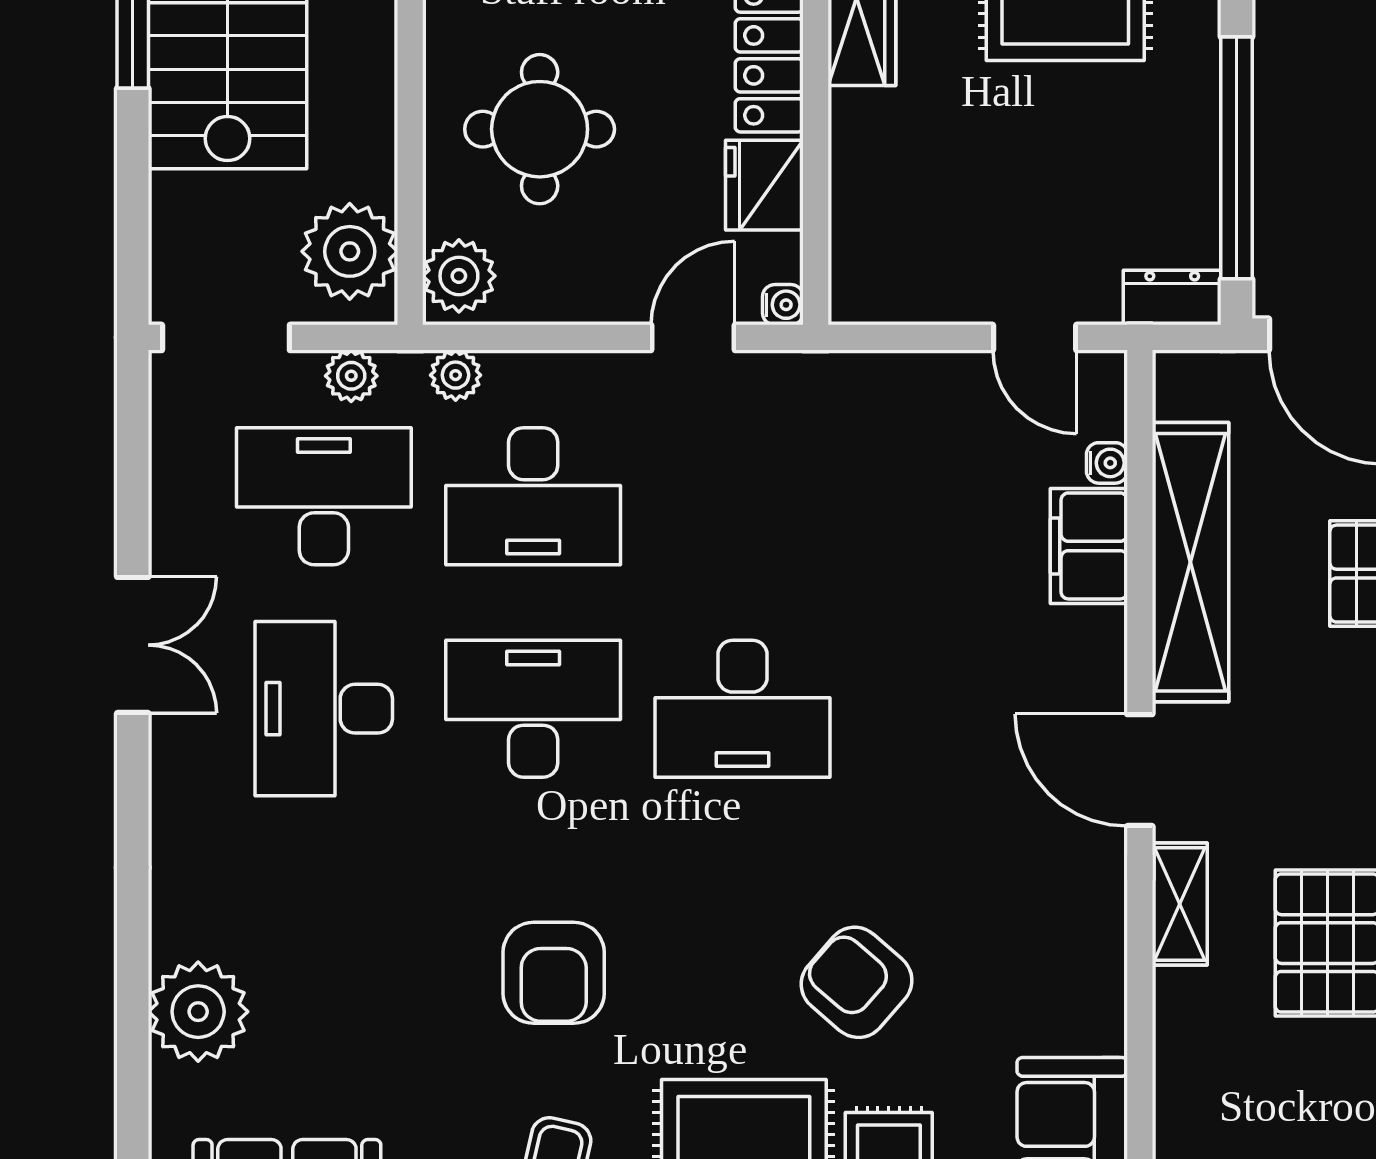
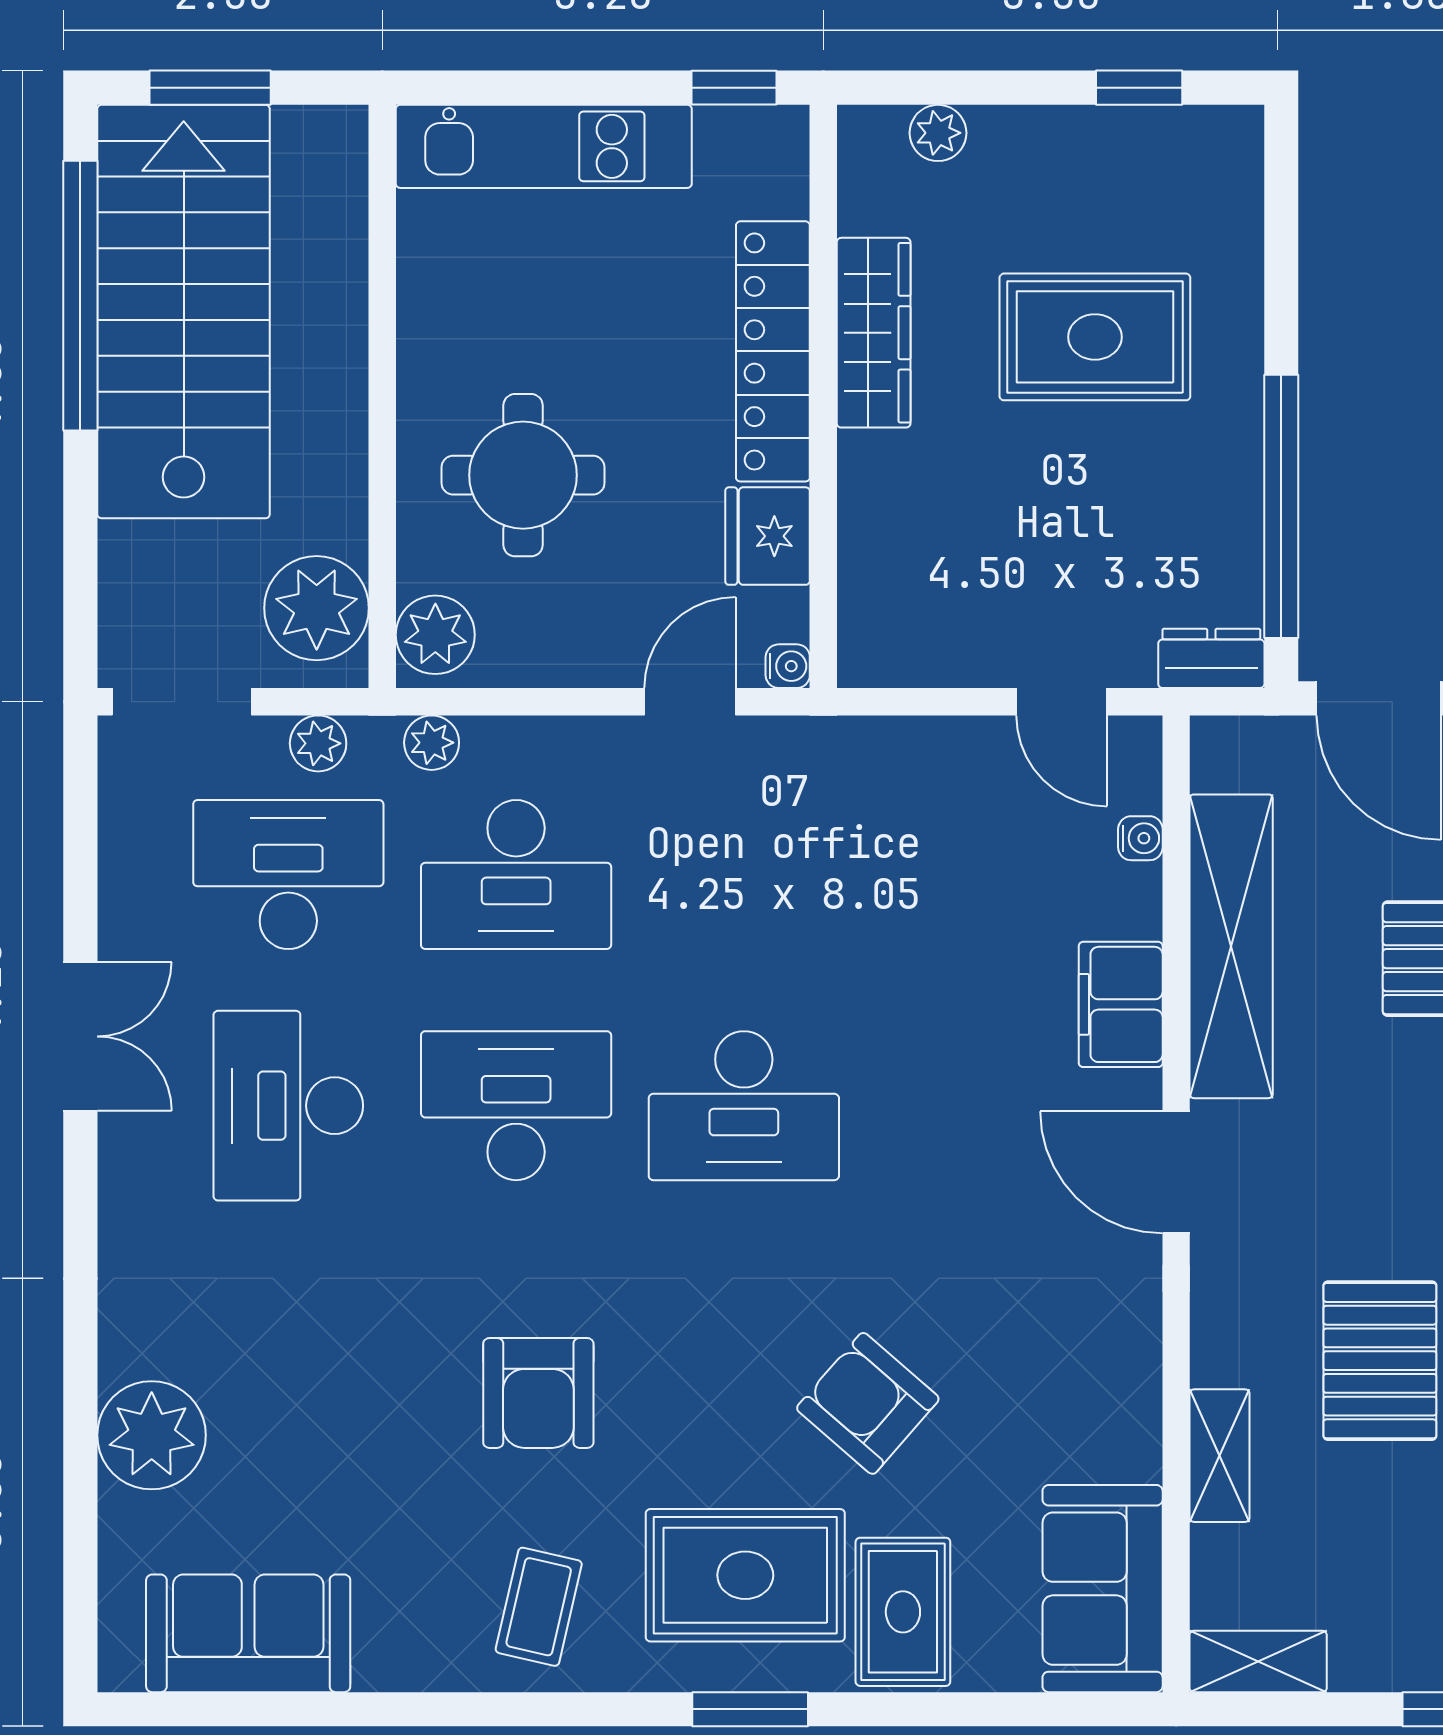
filing cabinet: (1089, 546) -> (1121, 1004), moved
shelving: (1180, 904) -> (1220, 1456), moved

